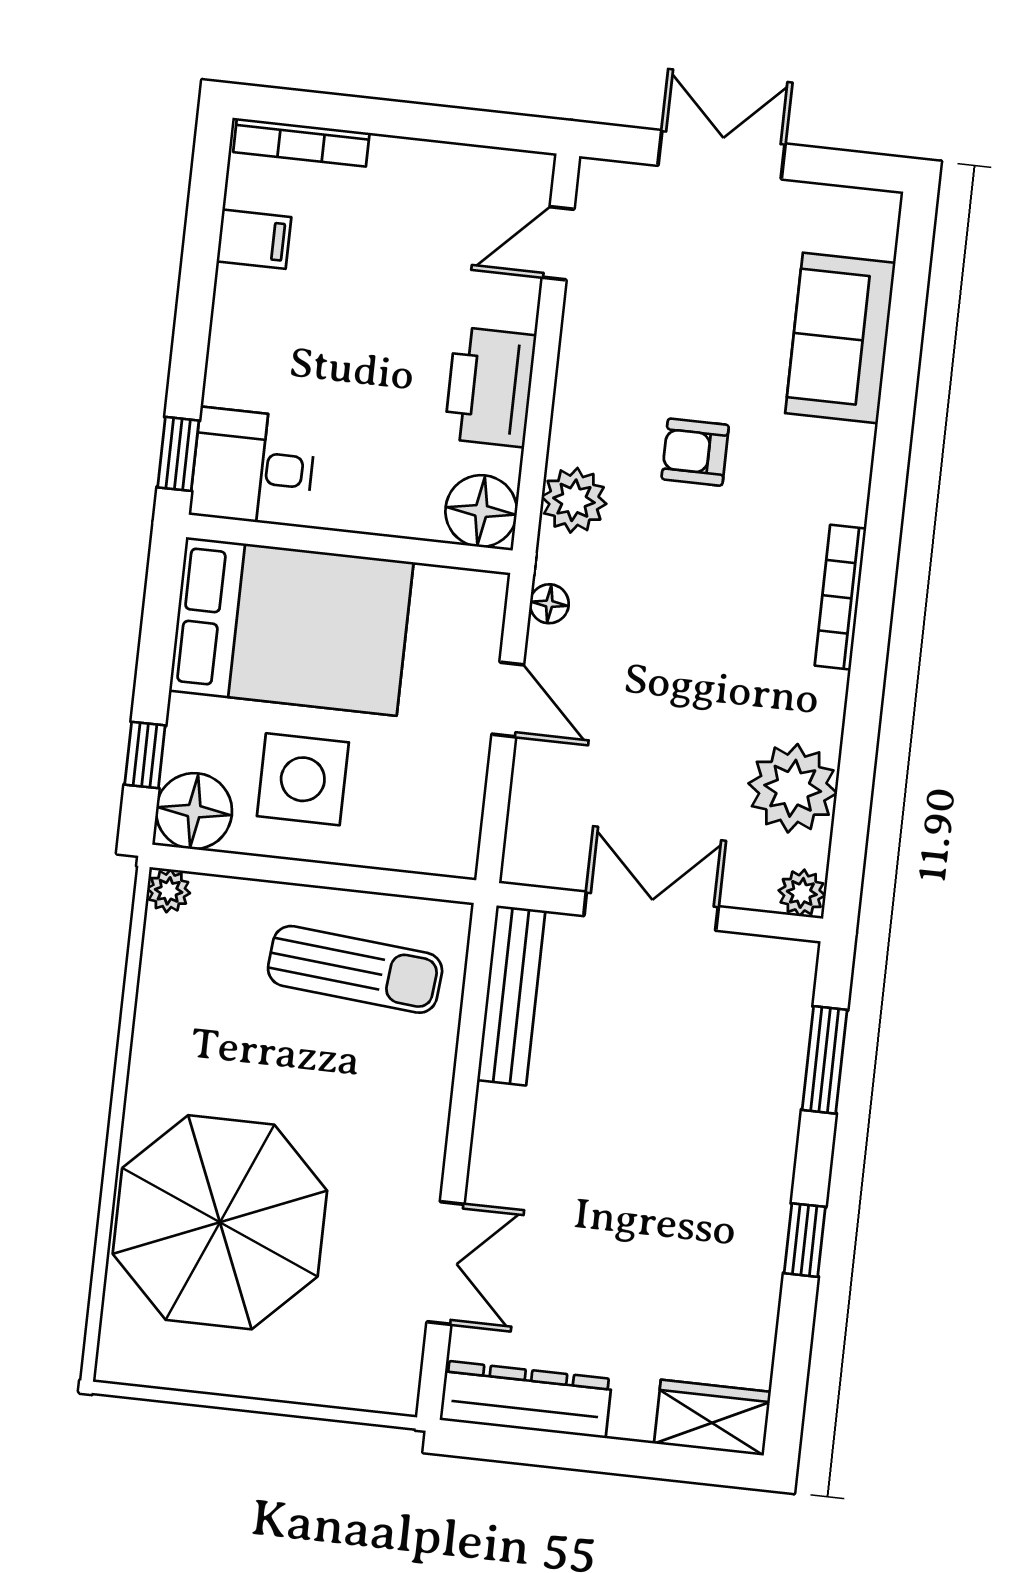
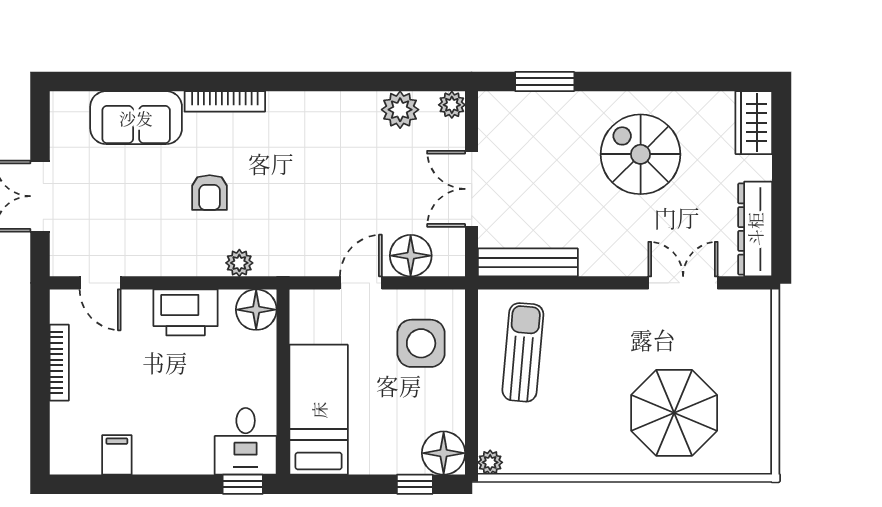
bookcase: (301, 142) -> (59, 363), moved
plant: (574, 500) -> (239, 263), width x0.73, depth x0.73
bookcase: (840, 597) -> (225, 101), moved
floor lamp: (549, 604) -> (411, 256), moved, width x1.89, depth x1.89
bed: (291, 626) -> (319, 410), width x0.67
side table: (303, 779) -> (421, 343), moved
plant: (793, 788) -> (400, 110), width x0.73, depth x0.73
spiral stairs: (679, 1213) -> (641, 154), added
parasol: (220, 1222) -> (674, 413), width x0.73, depth x0.73
window: (805, 1240) -> (648, 81), removed

